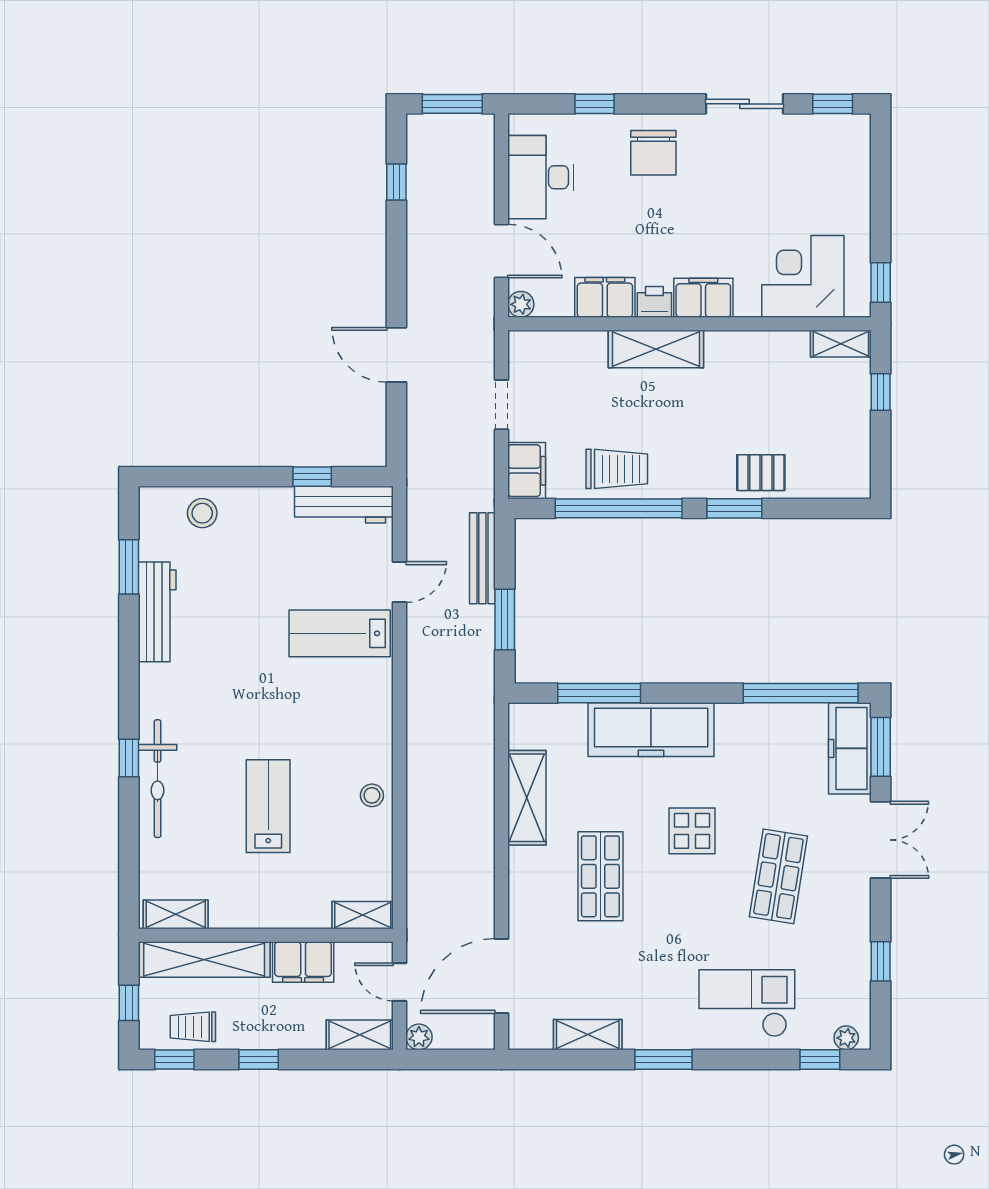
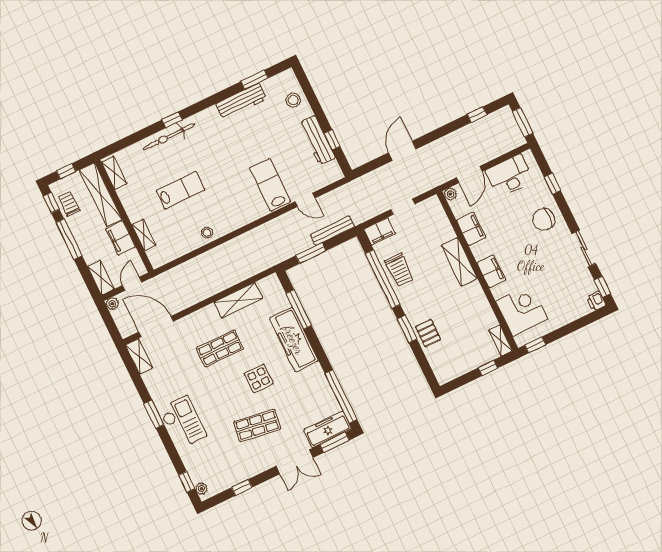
printer: (654, 302) -> (596, 301), moved, turned 180
workbench: (344, 505) -> (317, 140), moved
shelving: (363, 915) -> (144, 235), moved
checkout: (747, 1003) -> (183, 422), moved
shelving: (588, 1035) -> (139, 356), moved
window: (259, 1059) -> (69, 239), width x2.17

